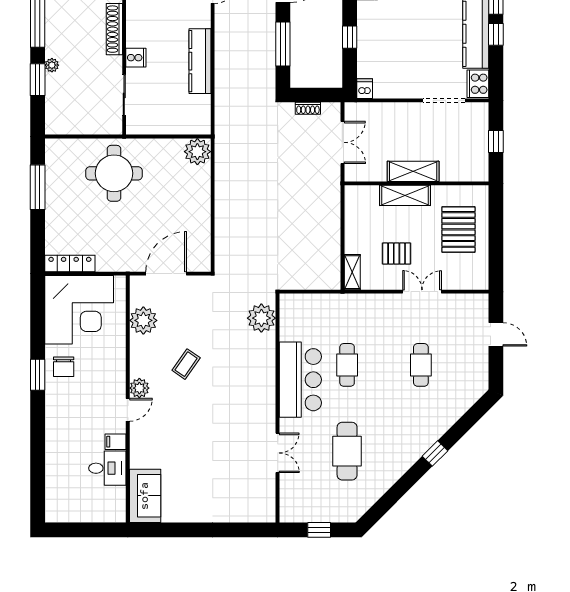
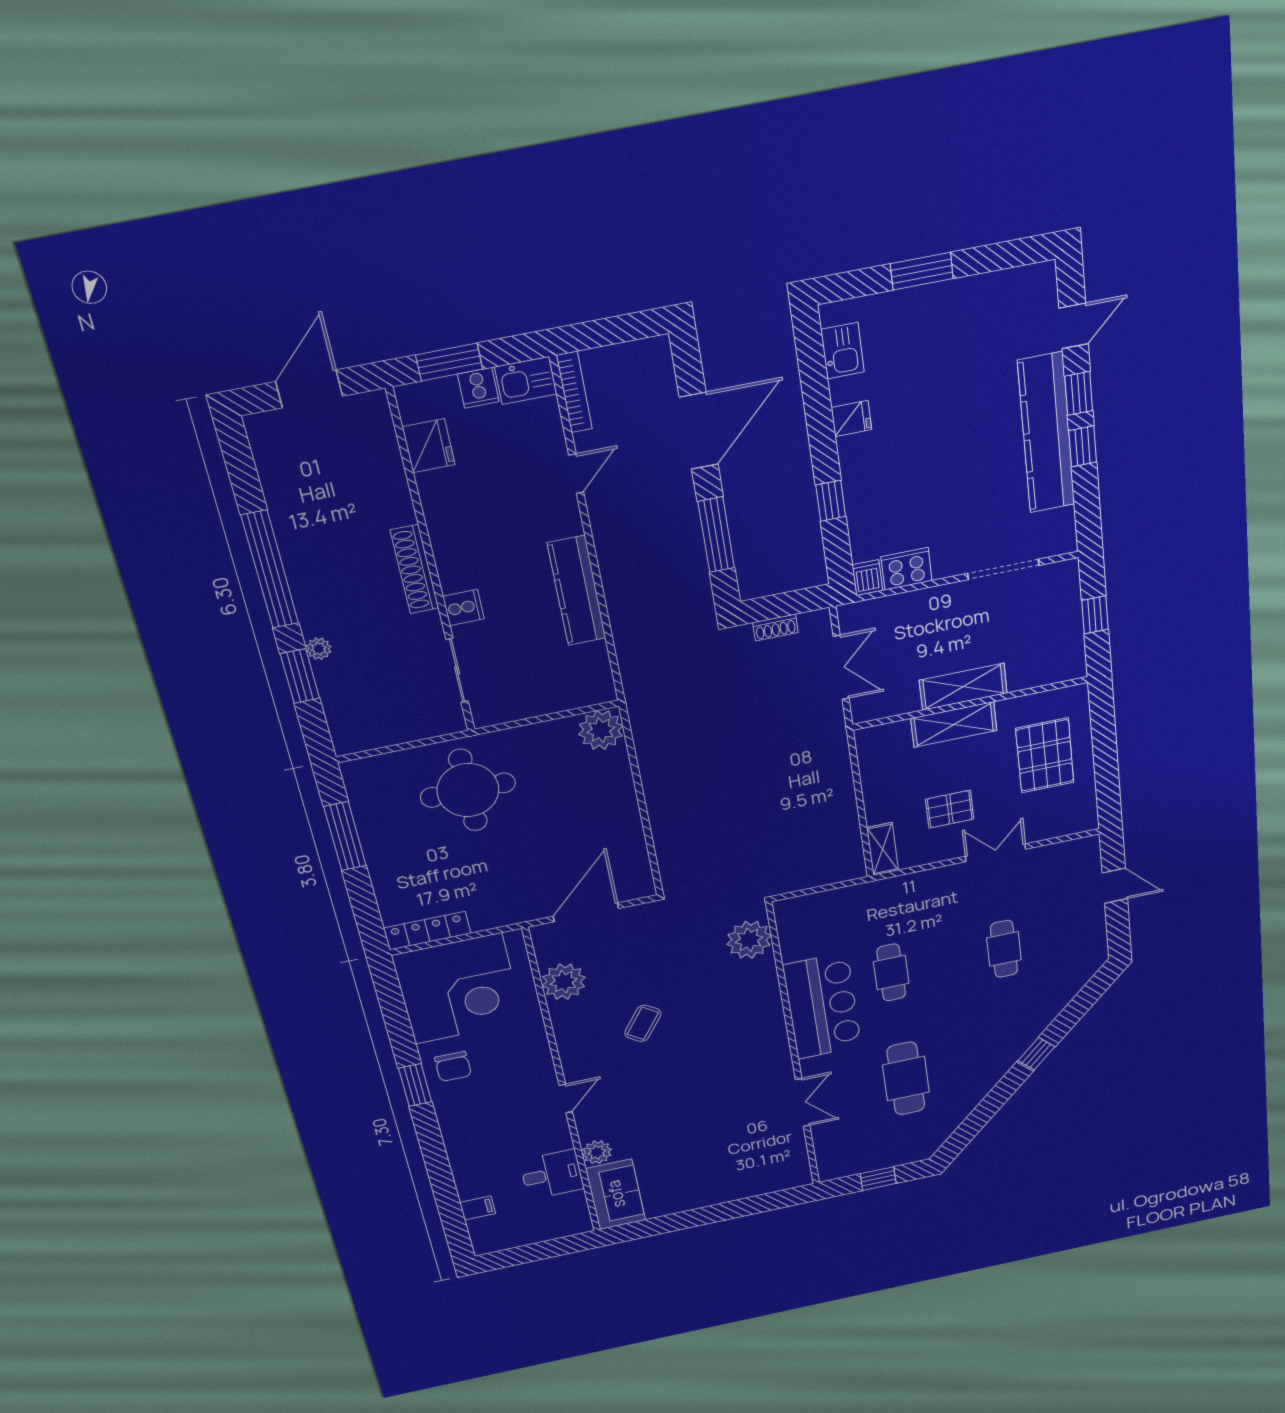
cooker: (478, 84) -> (906, 569), moved, turned 90
plant: (139, 388) -> (597, 1152), moved
filing cabinet: (116, 442) -> (478, 1208), moved, turned 180

